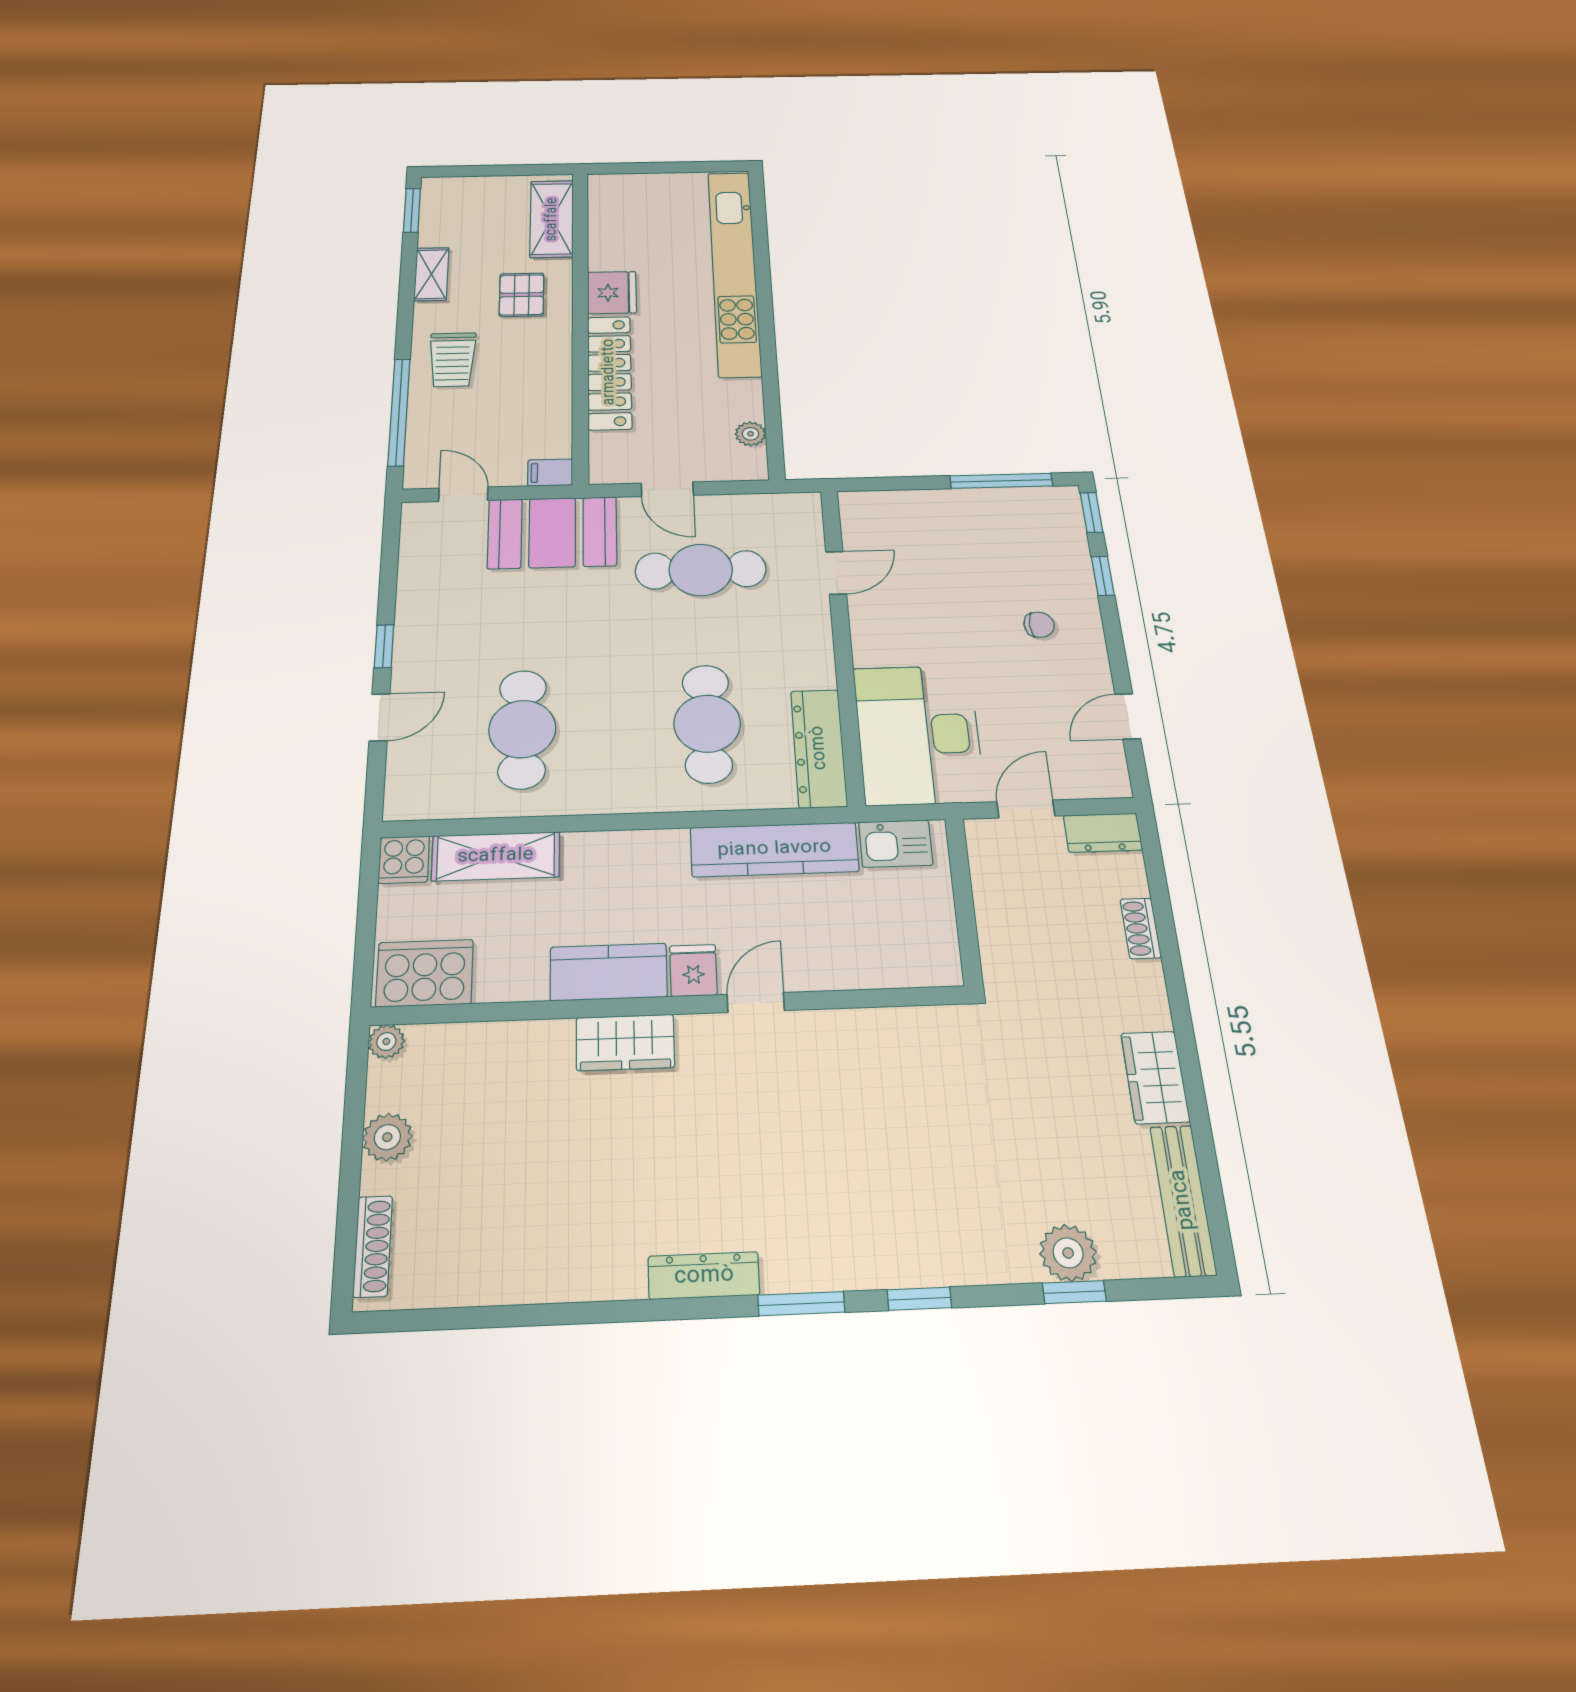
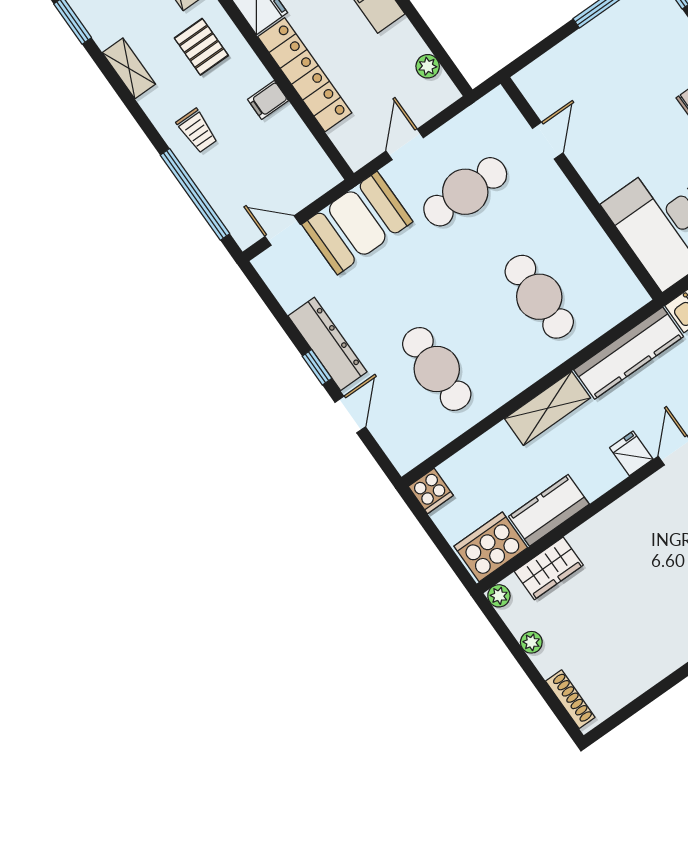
trolley: (452, 360) -> (197, 131), width x0.73, depth x0.72
filing cabinet: (550, 473) -> (268, 100), moved
door: (667, 489) -> (405, 144), swing flipped
dresser: (819, 748) -> (327, 344), moved, turned 180
shelving: (496, 856) -> (547, 408), moved
kitchen counter: (609, 972) -> (549, 510), moved
wardrobe: (625, 1042) -> (549, 568), moved
plant: (387, 1137) -> (531, 642), width x0.73, depth x0.73

